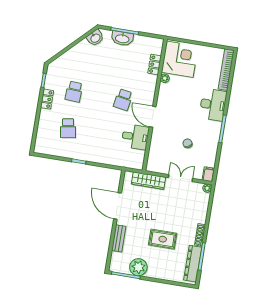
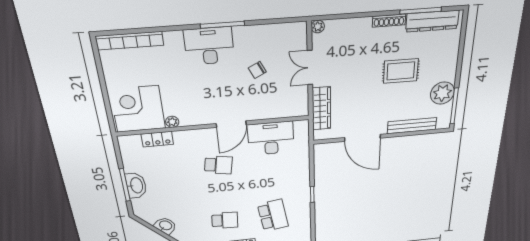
washbasin: (95, 38) -> (165, 226), moved
desk: (213, 105) -> (209, 46), moved
school desk: (68, 128) -> (273, 215), width x1.85
desk: (135, 137) -> (271, 138), width x1.37
filing cabinet: (208, 174) -> (296, 29), removed
door: (118, 206) -> (363, 138), hinge flipped
bench: (119, 238) -> (412, 126), width x1.36
rug: (163, 239) -> (401, 71), turned 90

